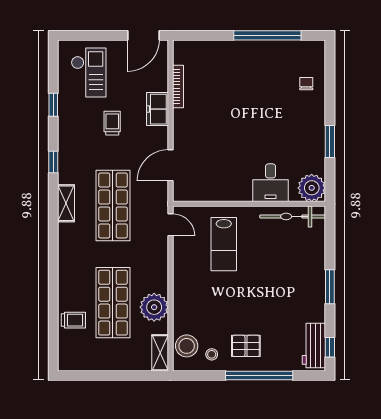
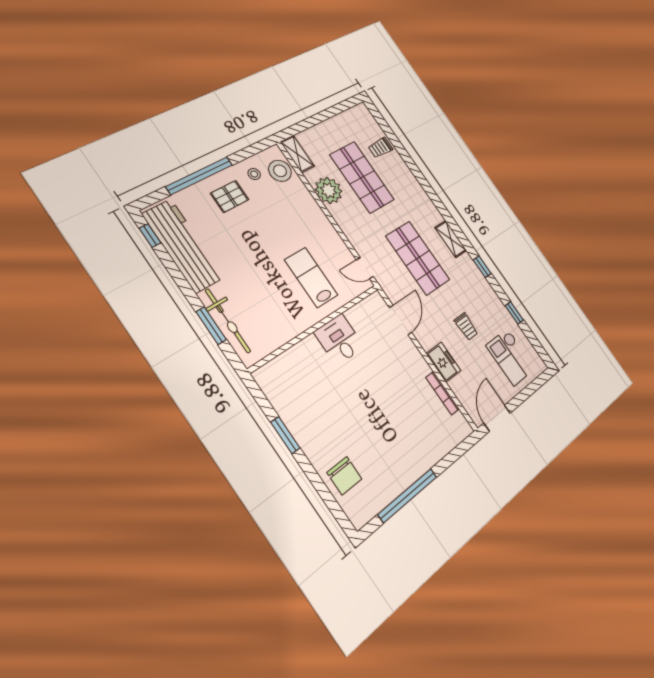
chair: (306, 84) -> (344, 476), width x1.87, depth x1.87
desk: (270, 183) -> (339, 340), moved
plant: (312, 188) -> (271, 379), removed
bicycle: (293, 216) -> (228, 321), moved, turned 90
window: (330, 287) -> (211, 326), moved
workbench: (314, 345) -> (183, 246), width x1.88, depth x1.32

